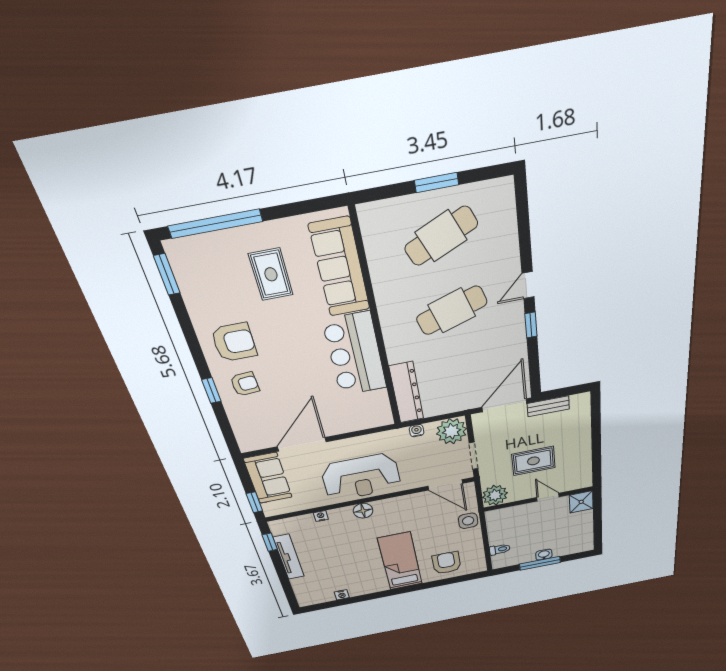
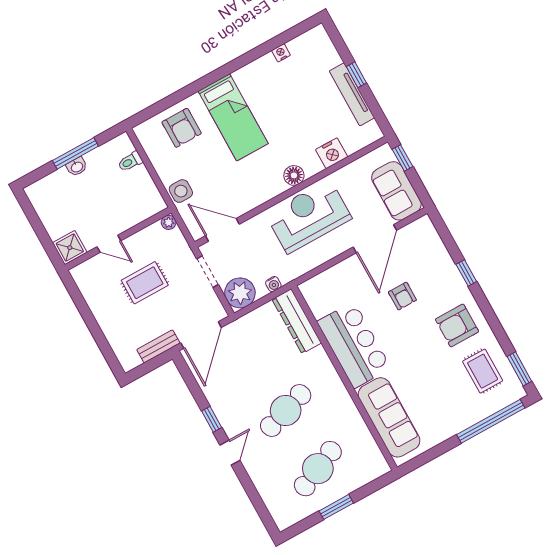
rug: (271, 274) -> (483, 371), moved
armchair: (245, 384) -> (402, 296), moved, turned -86
plant: (495, 495) -> (169, 222), width x0.53, depth x0.53
nightstand: (321, 516) -> (332, 153), width x1.89, depth x1.79
window: (270, 542) -> (356, 75), moved

